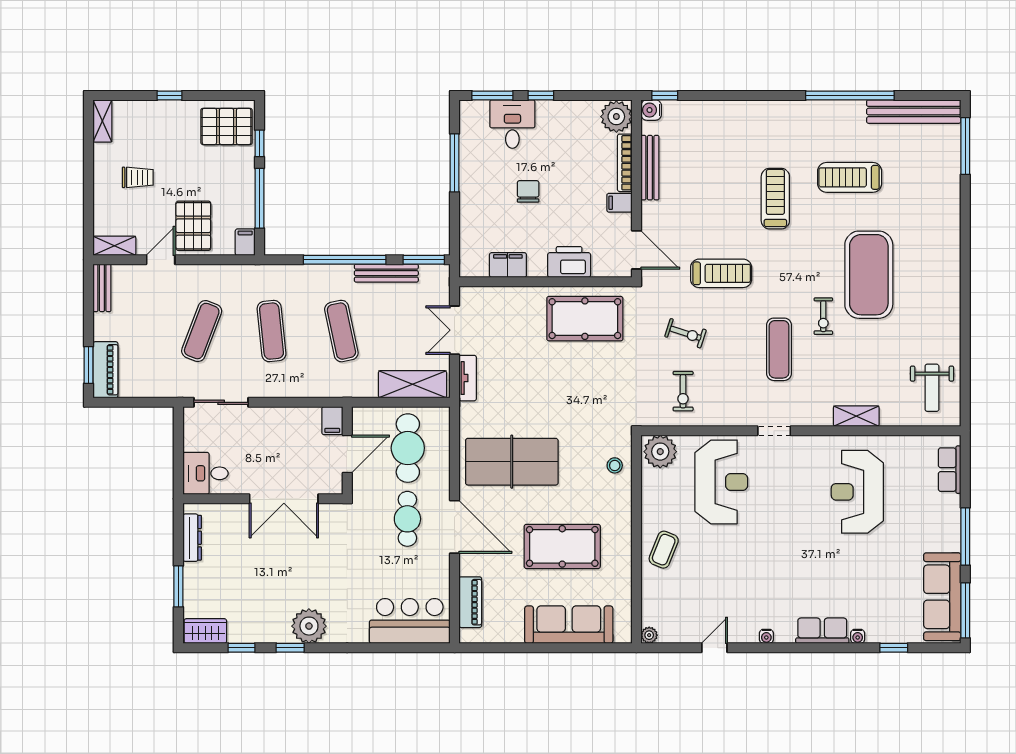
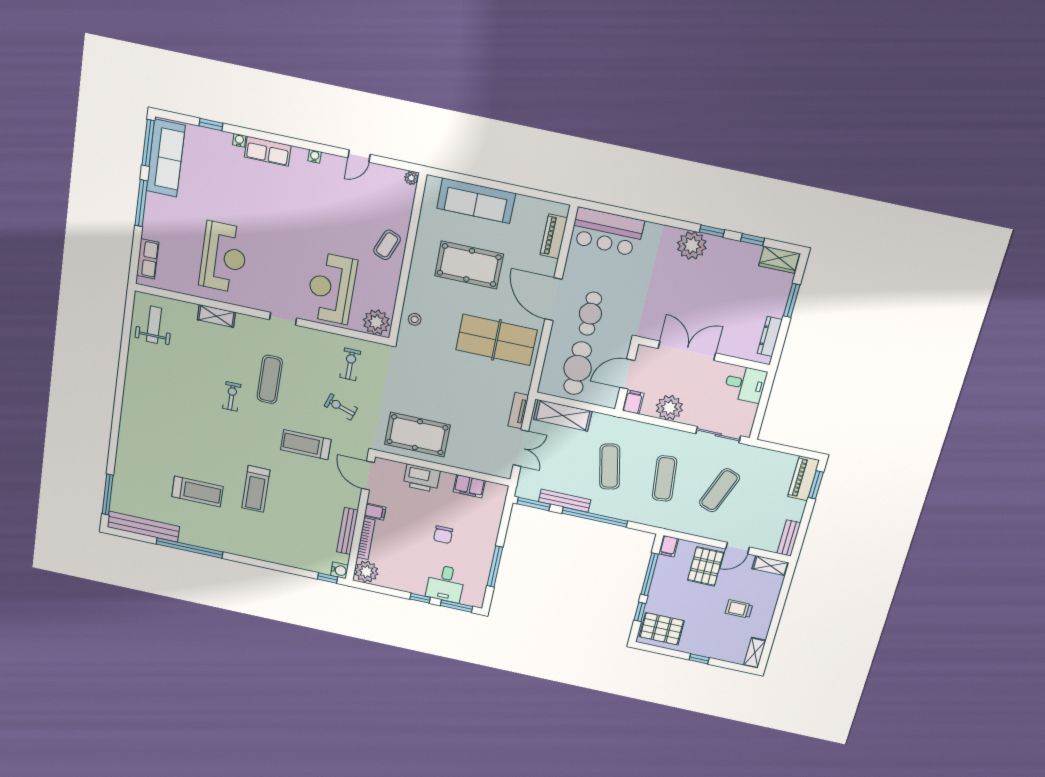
exercise mat: (869, 275) -> (192, 419), removed
plant: (287, 423) -> (669, 408), added

